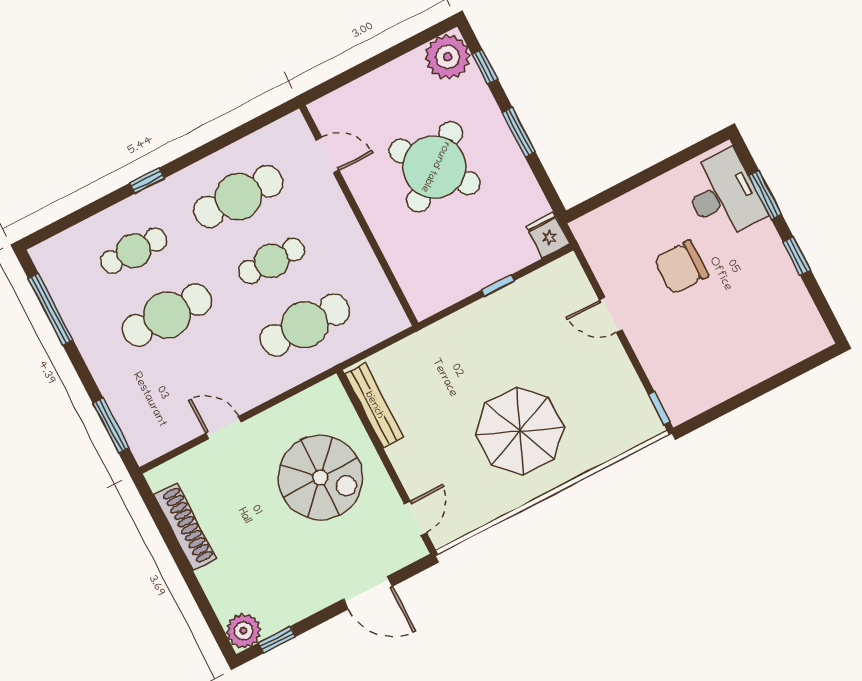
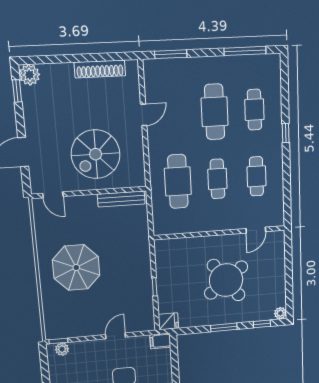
plant: (448, 57) -> (280, 313), width x0.53, depth x0.53
cafe table: (238, 197) -> (256, 176), width x0.73, depth x0.74
filing cabinet: (588, 234) -> (160, 341), added
plant: (671, 396) -> (62, 349), added

